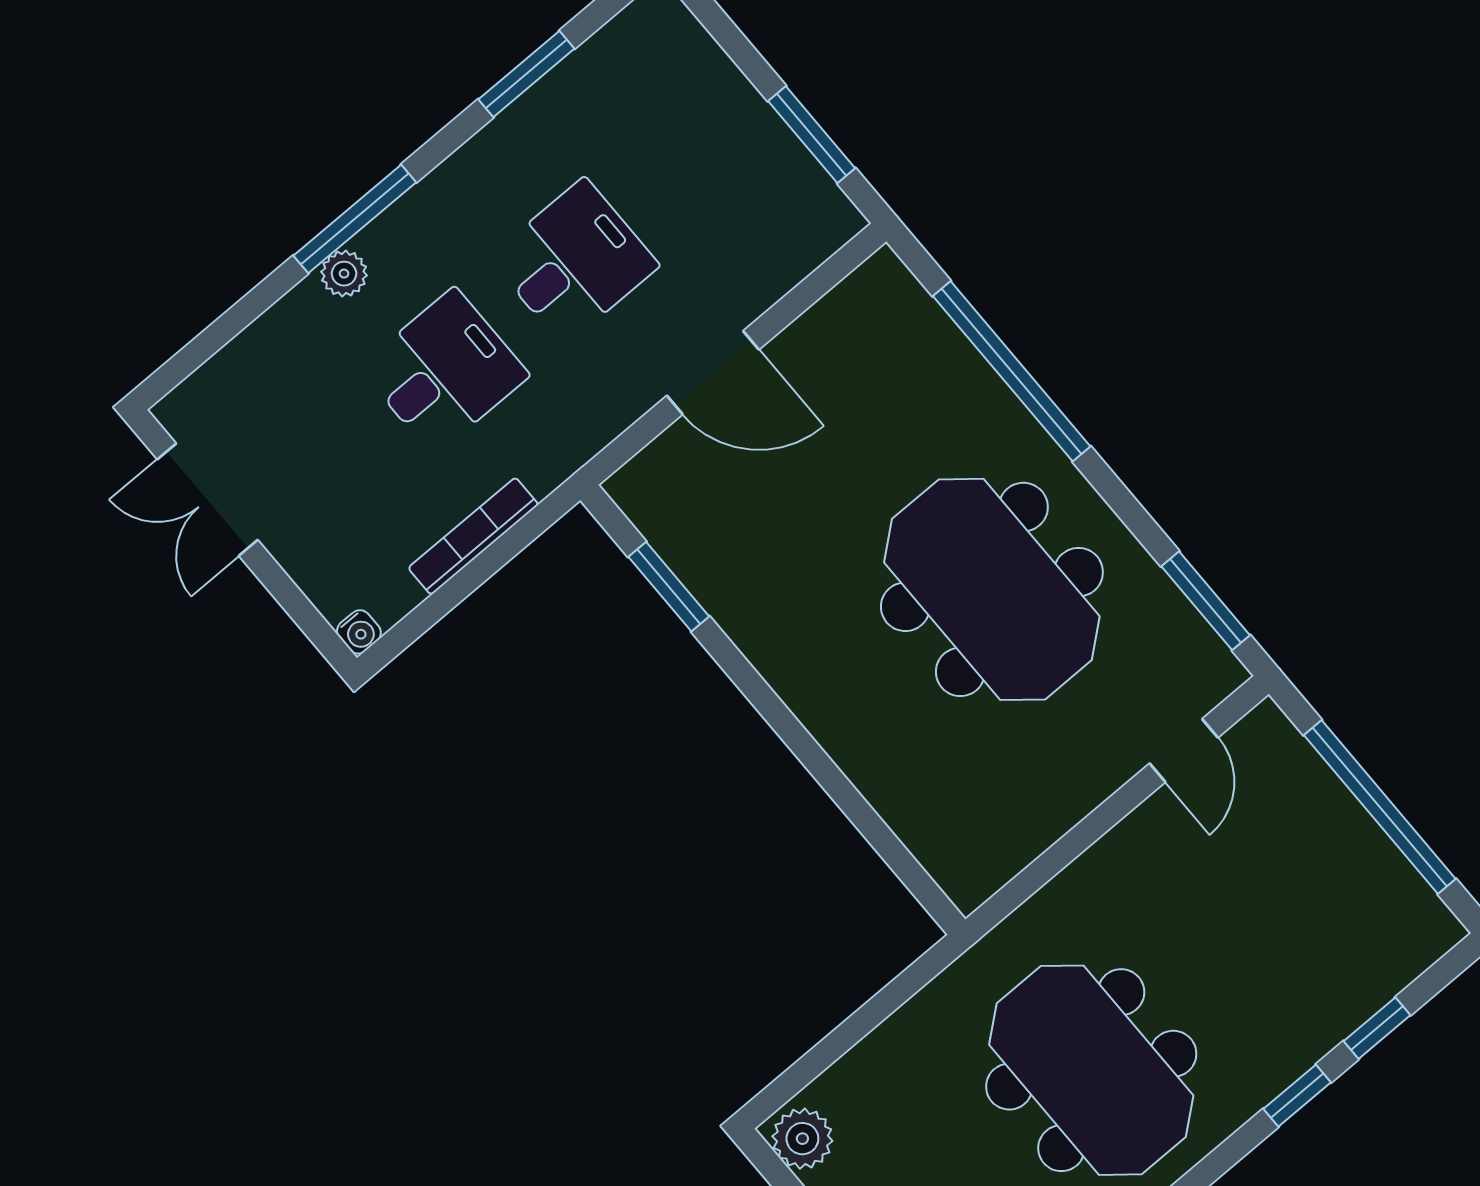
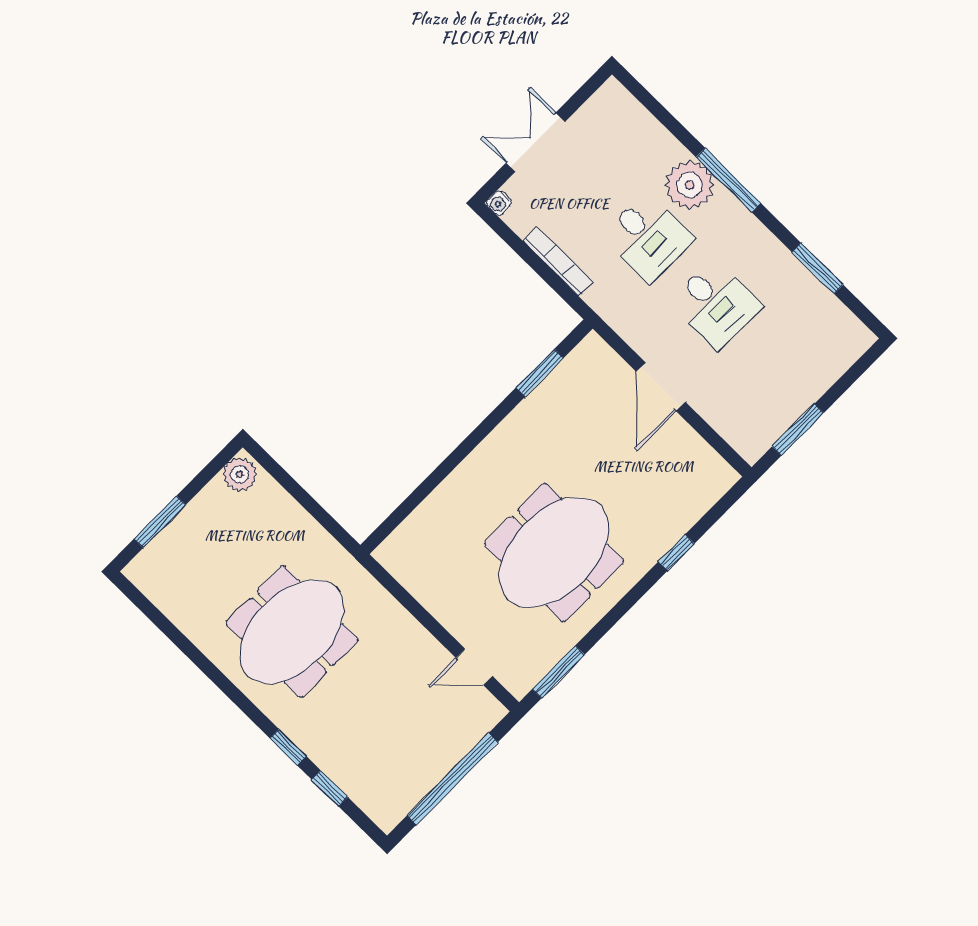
plant: (344, 274) -> (690, 185), width x1.88, depth x1.88
window: (1012, 371) -> (676, 553), width x0.32
double door: (207, 500) -> (535, 142), moved

